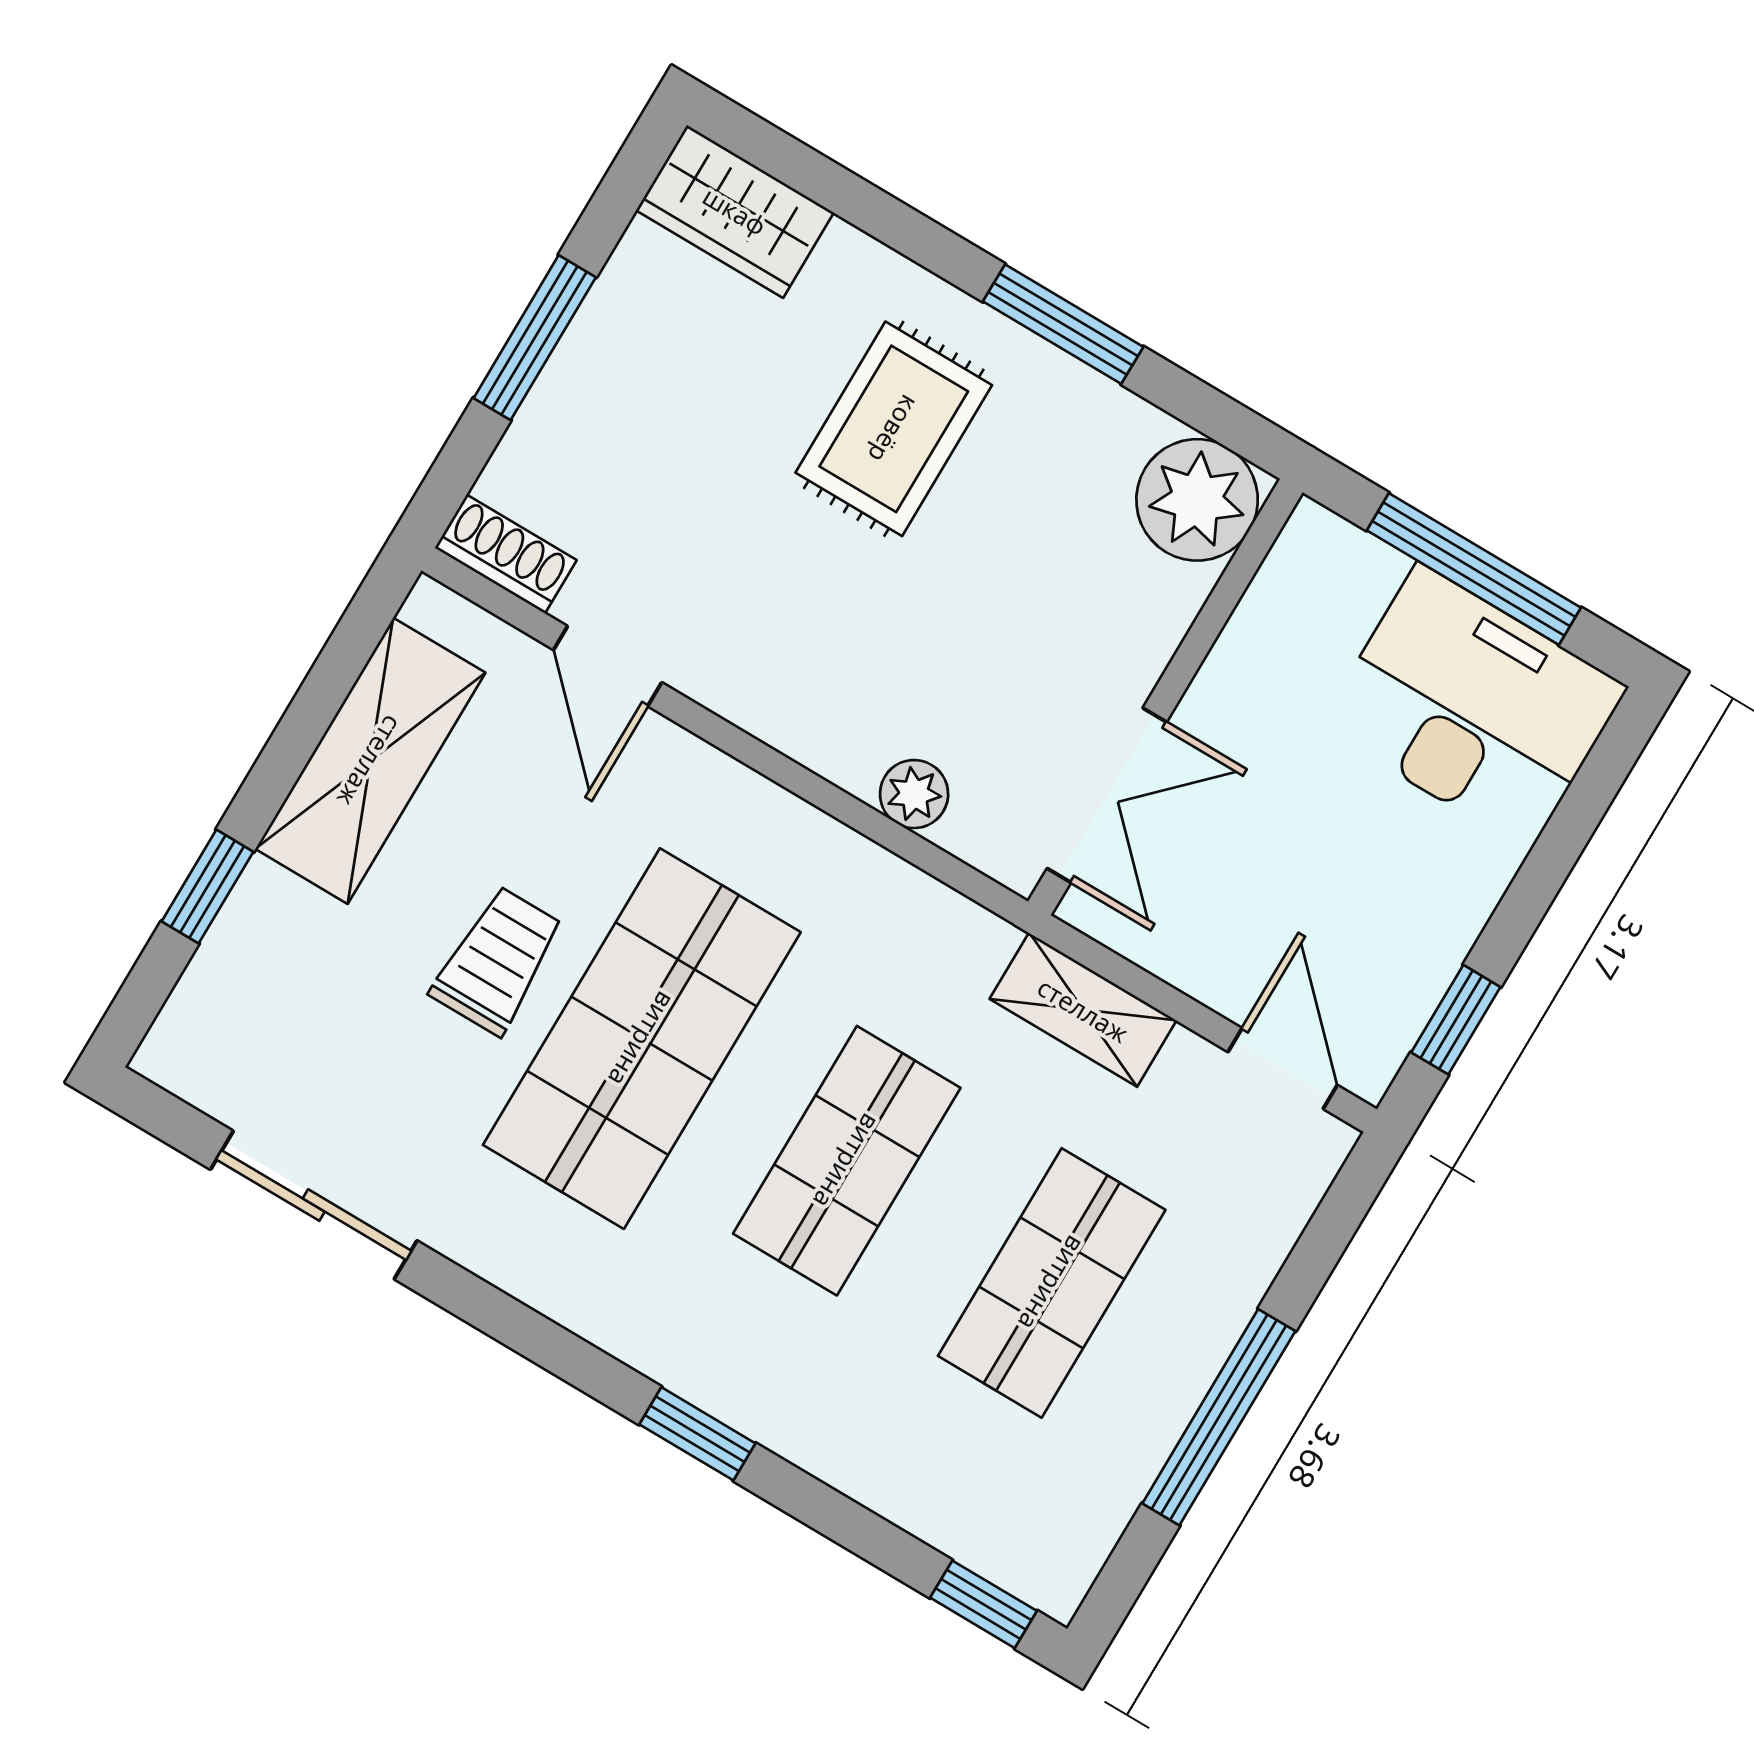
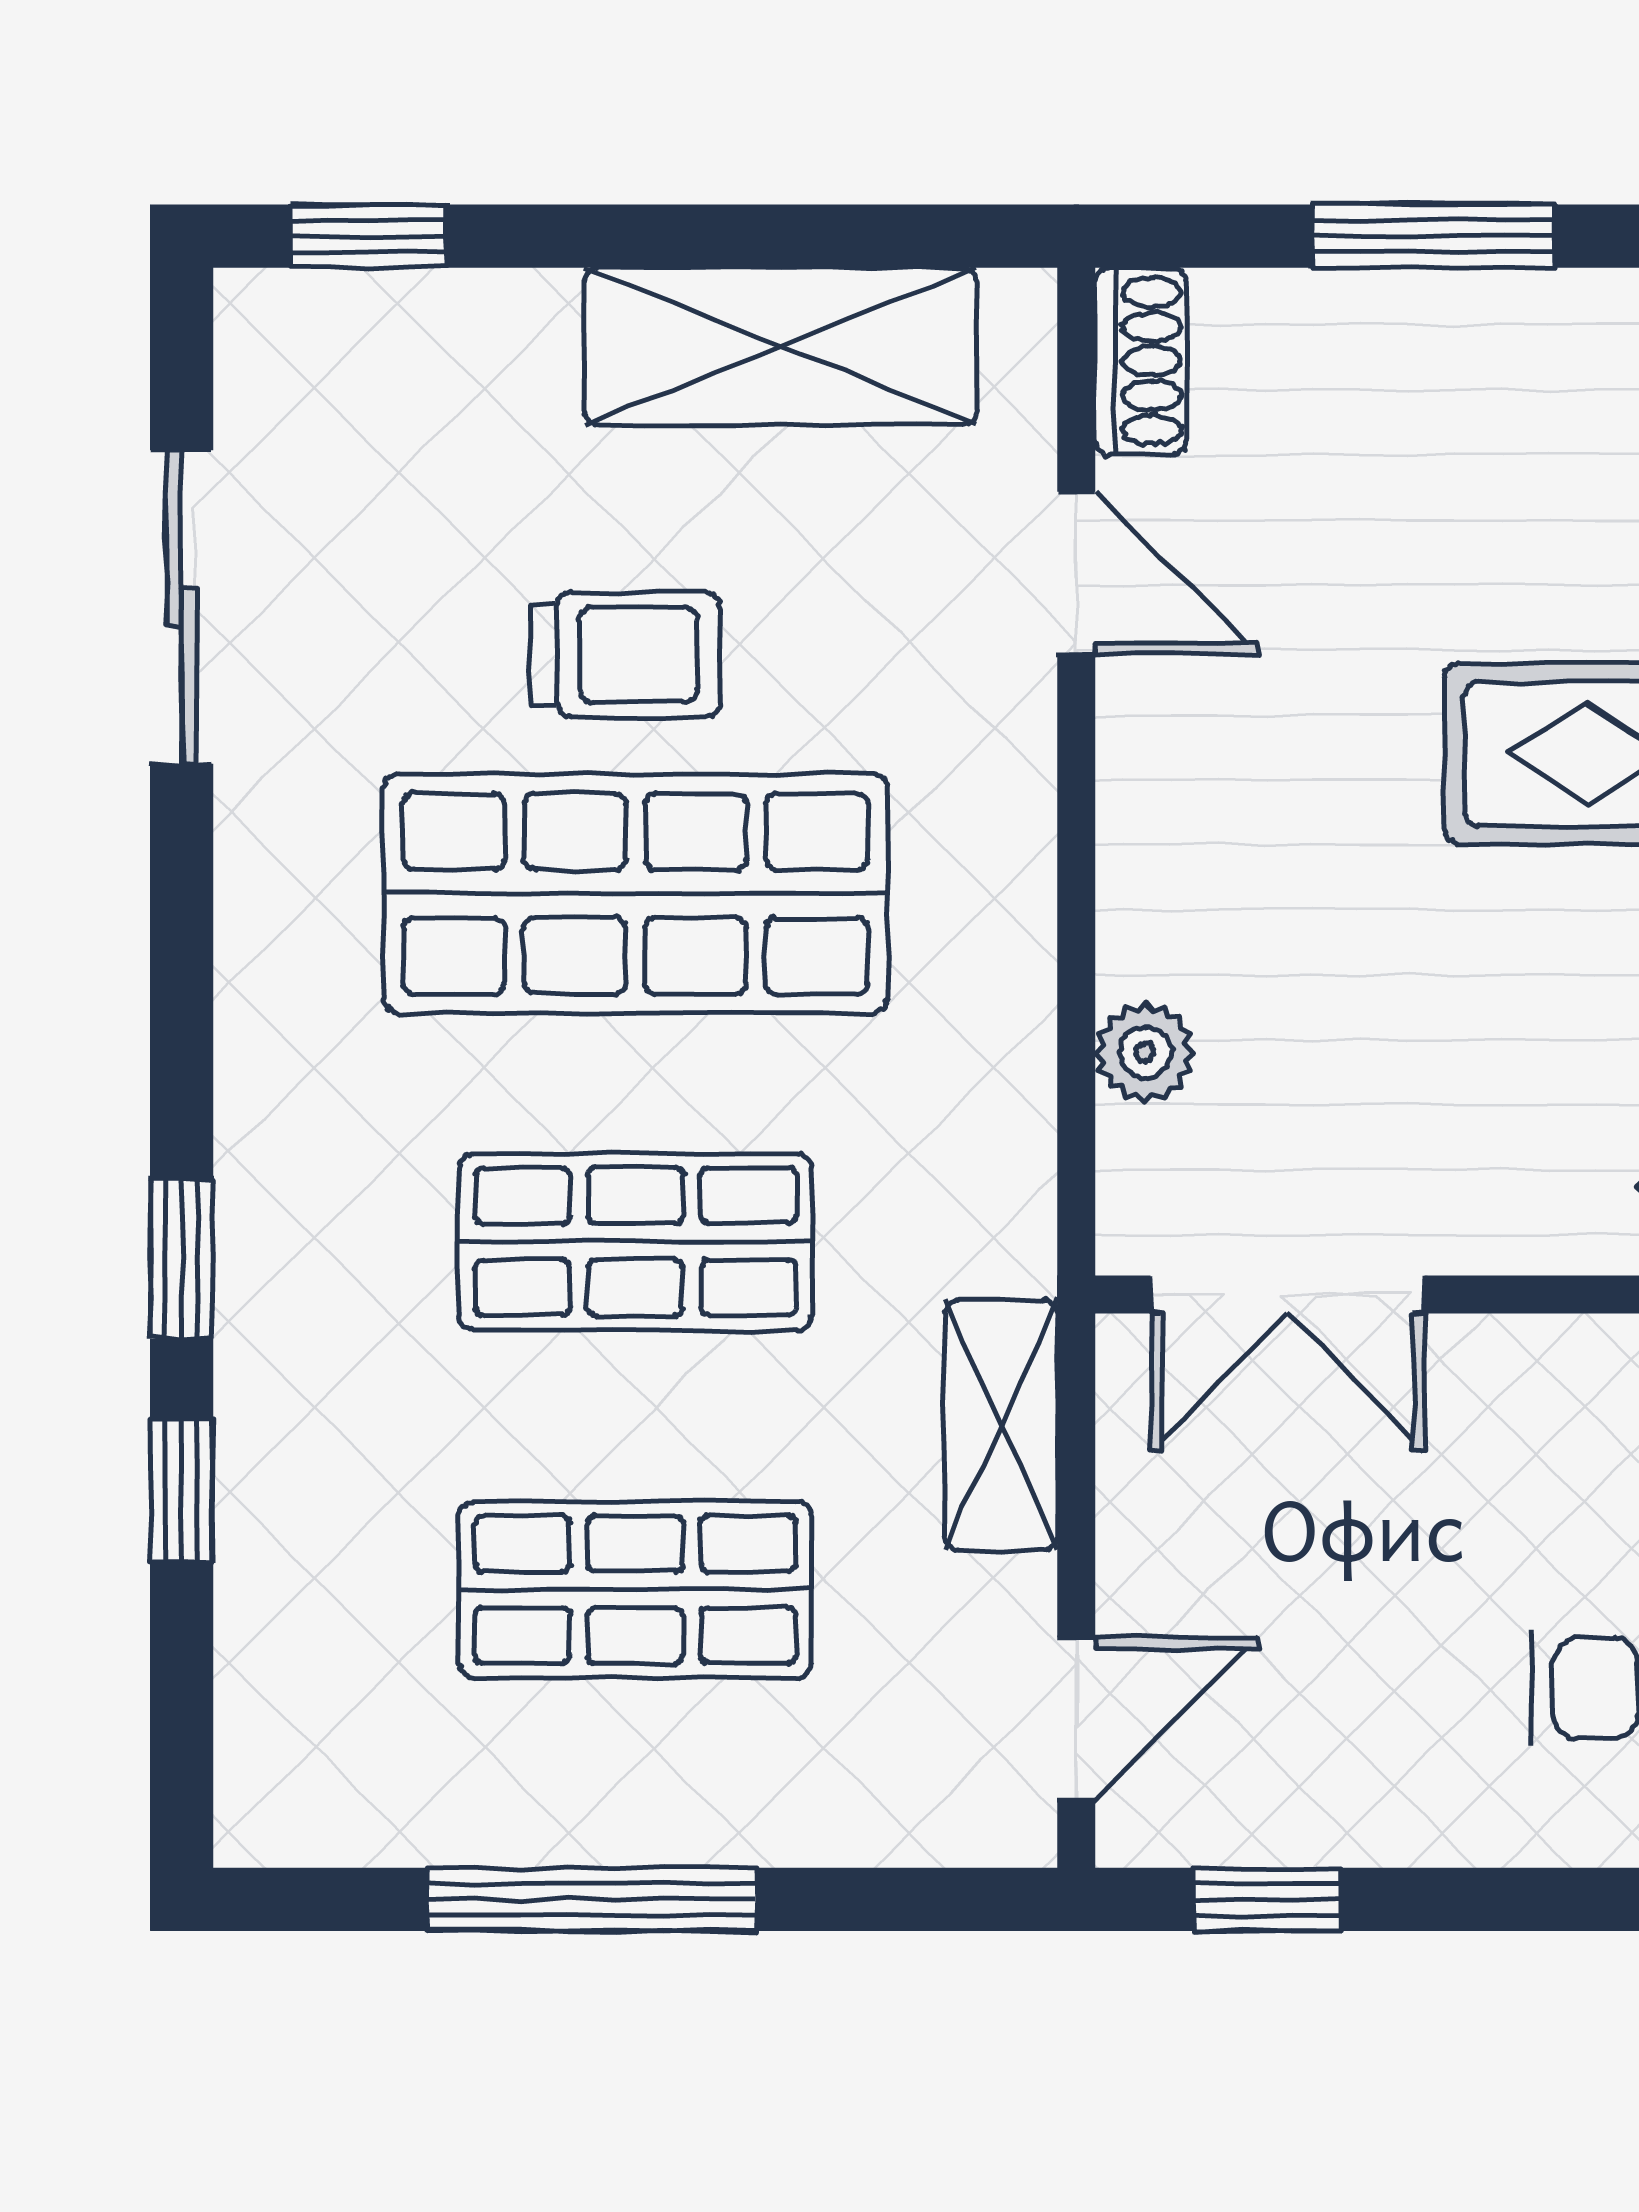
door: (608, 666) -> (1076, 573), swing flipped
window: (208, 887) -> (369, 236), moved
window: (984, 1604) -> (182, 1490), moved

